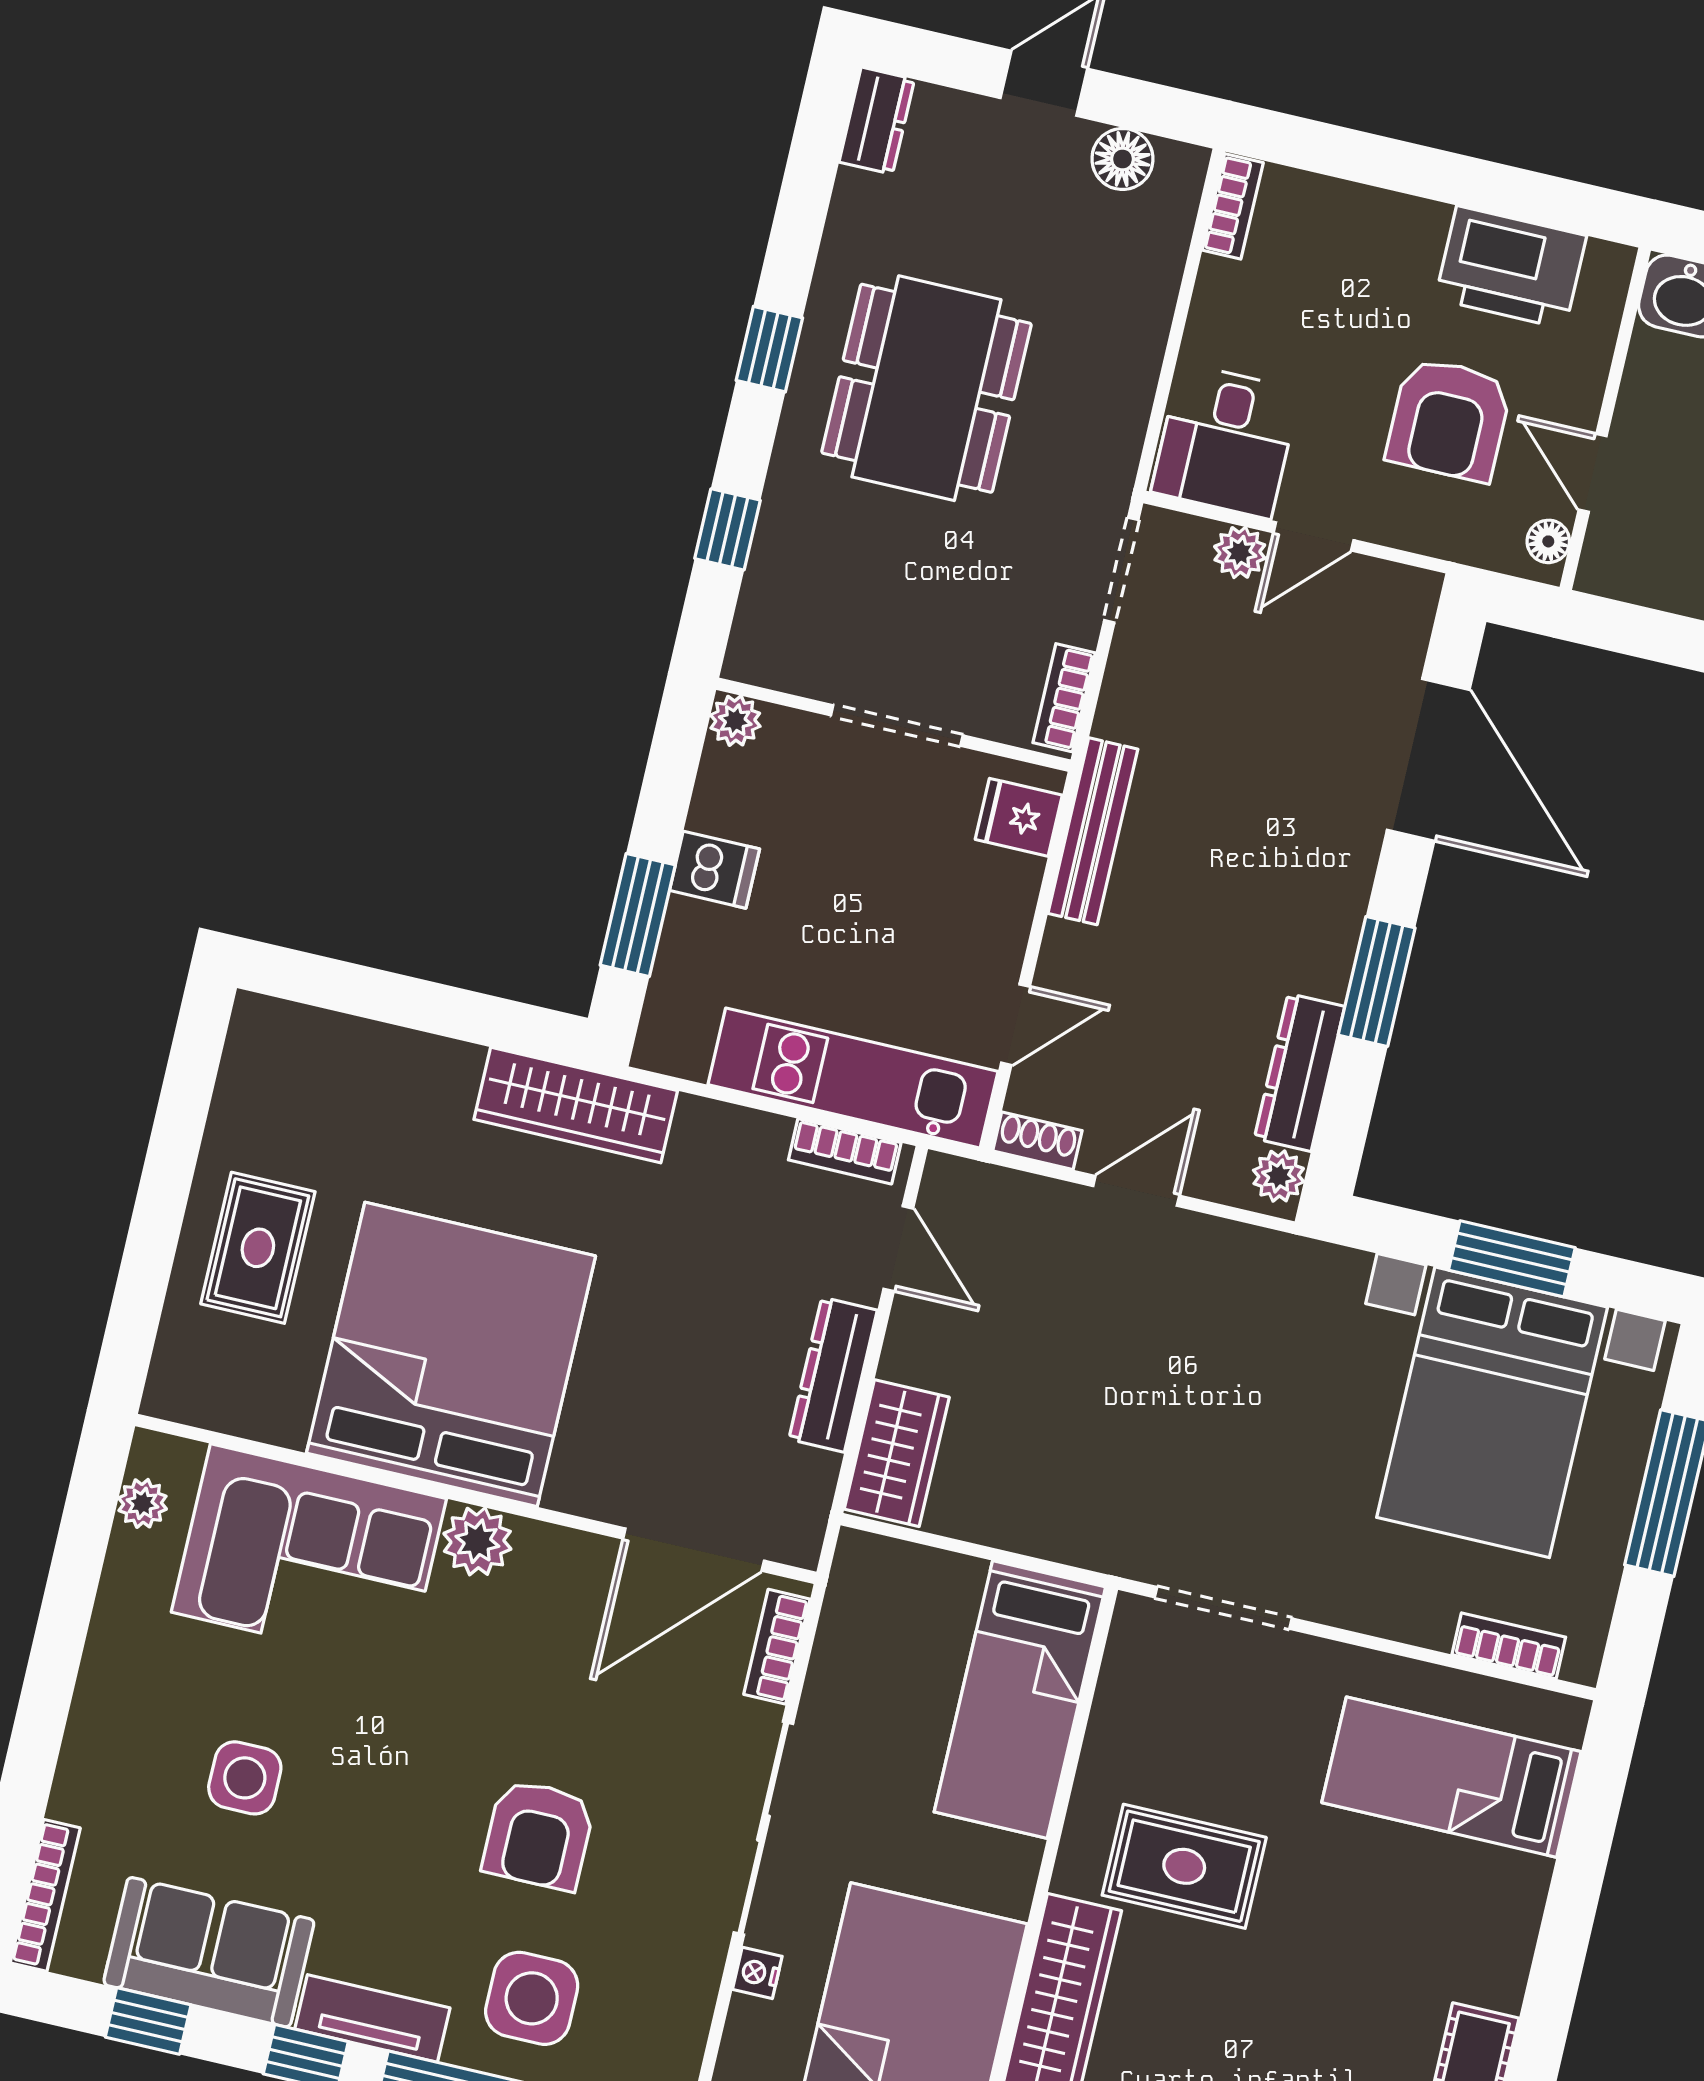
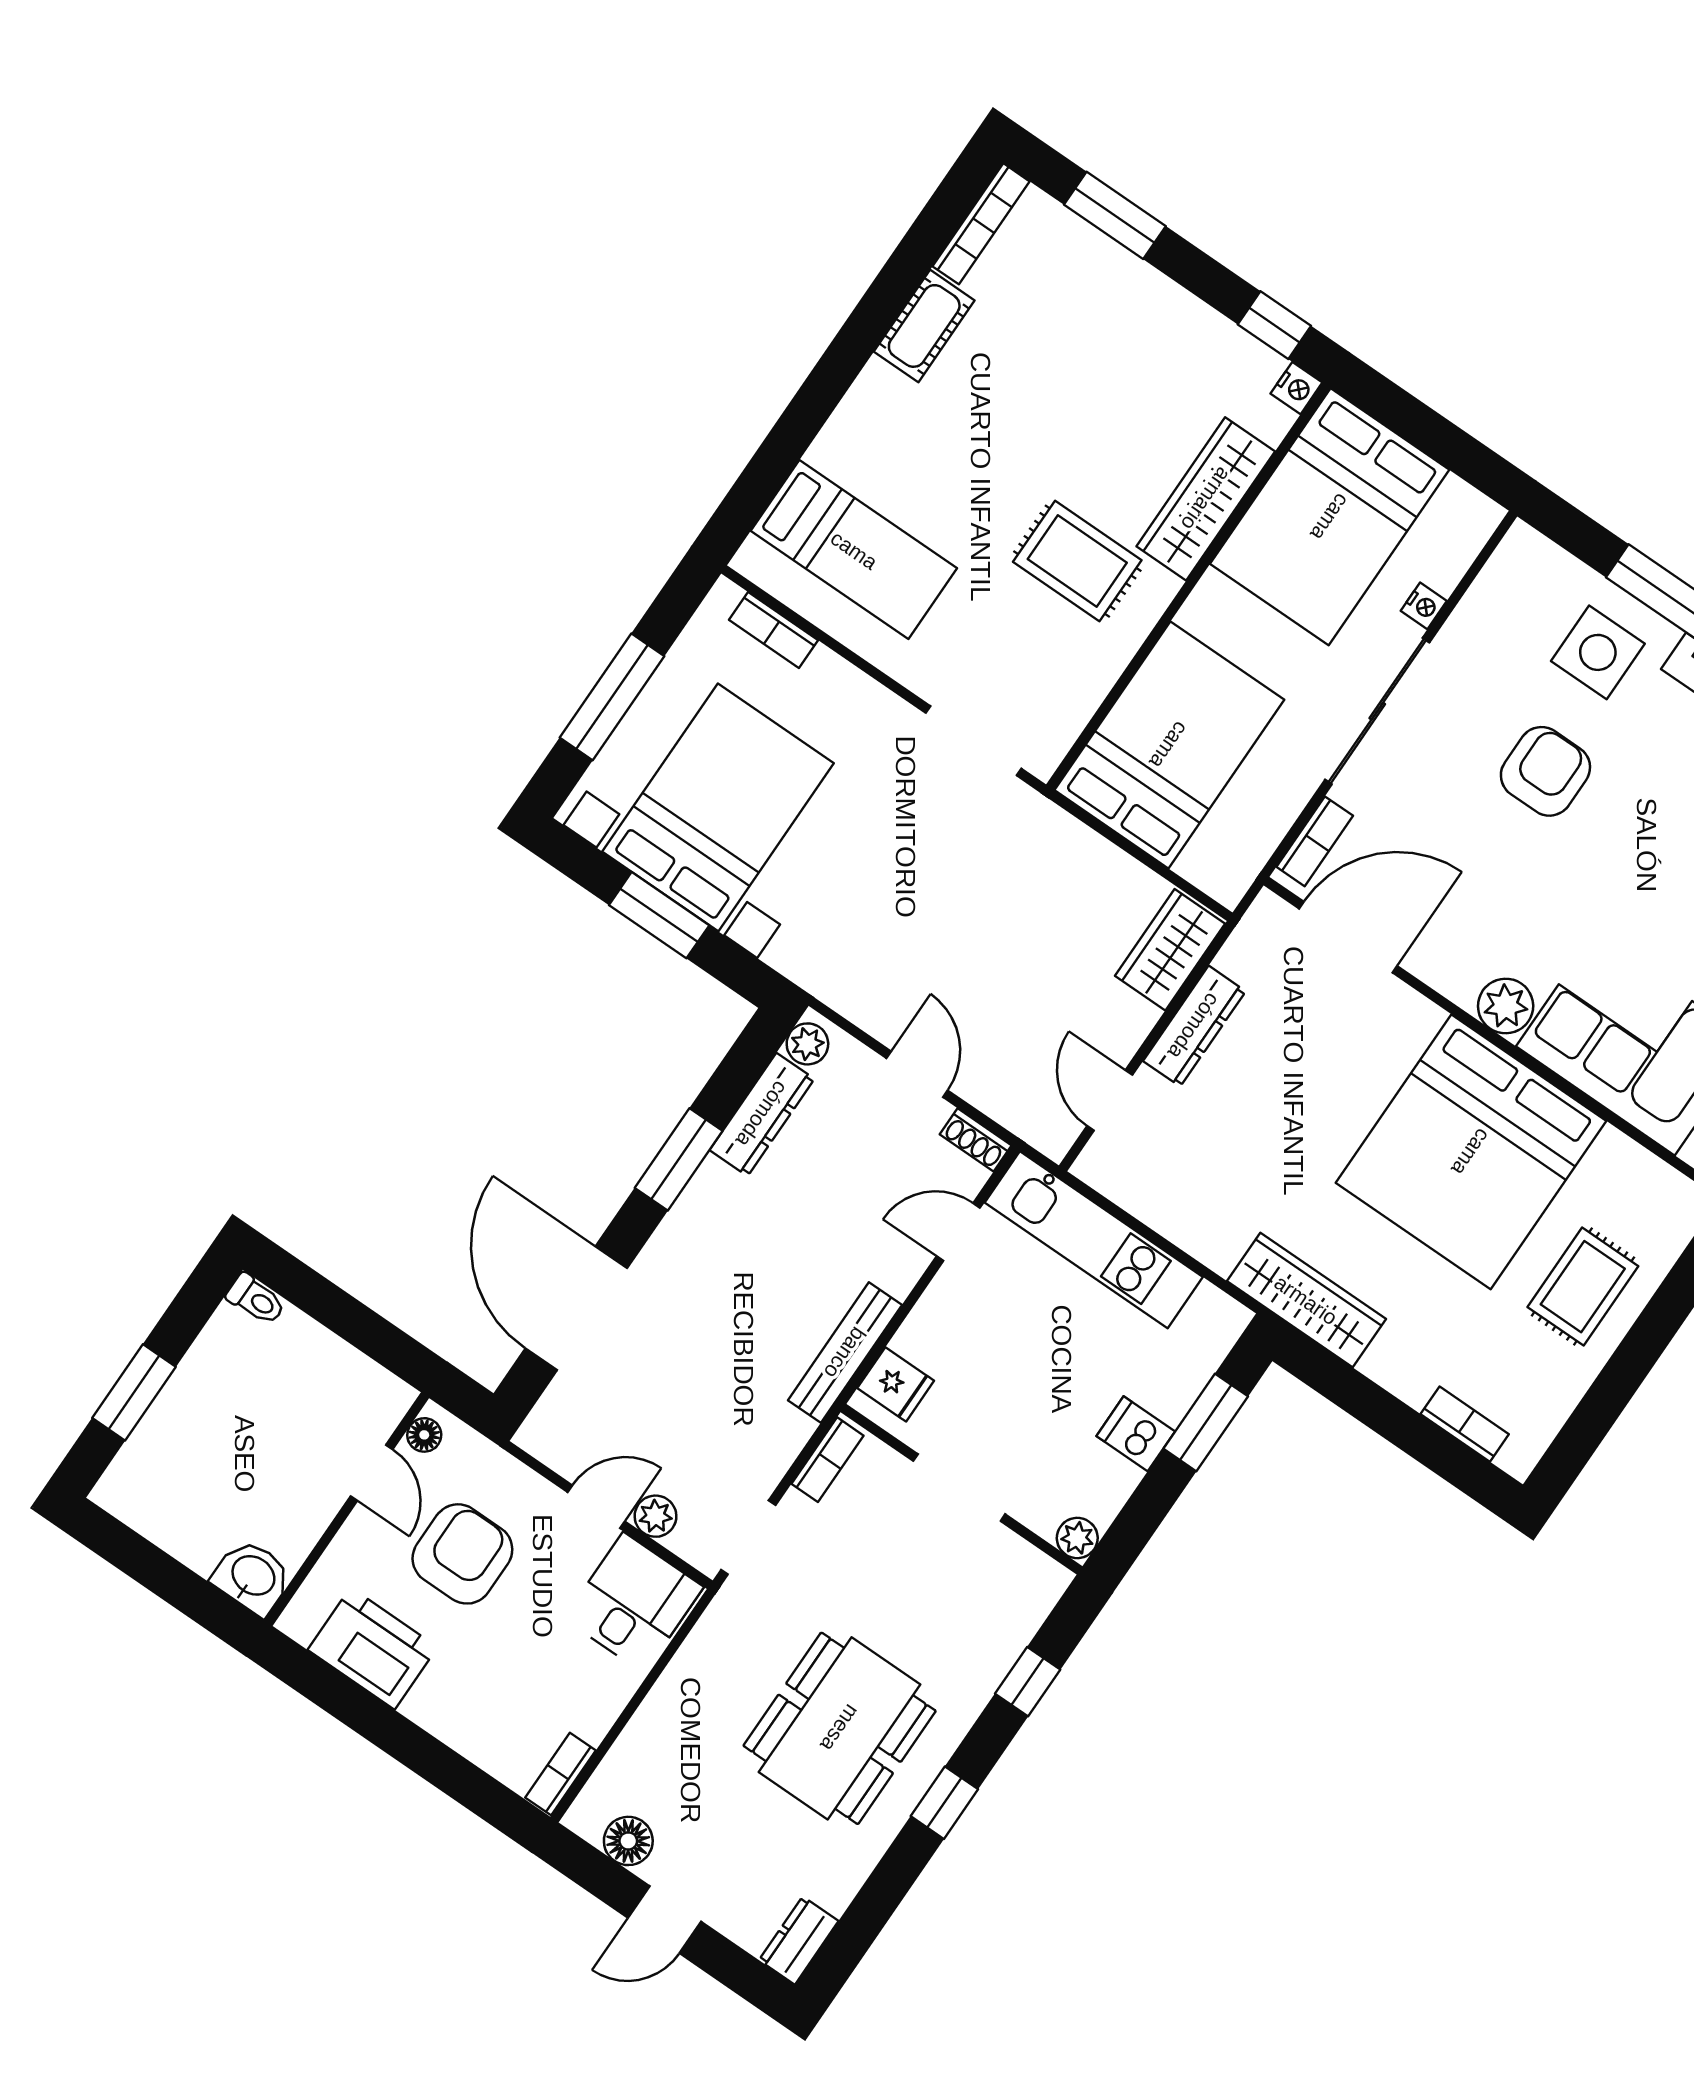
bookcase: (845, 1151) -> (1465, 1424), moved
door: (1136, 1191) -> (917, 1074), swing flipped
bed: (1020, 1699) -> (1169, 745), width x1.50

